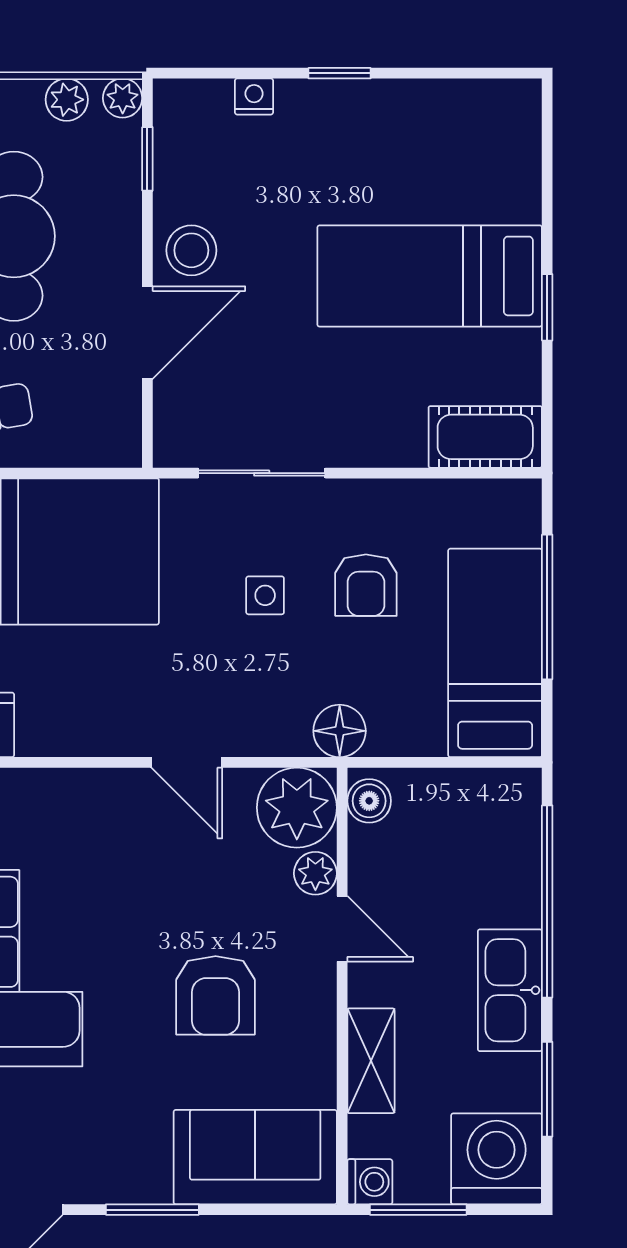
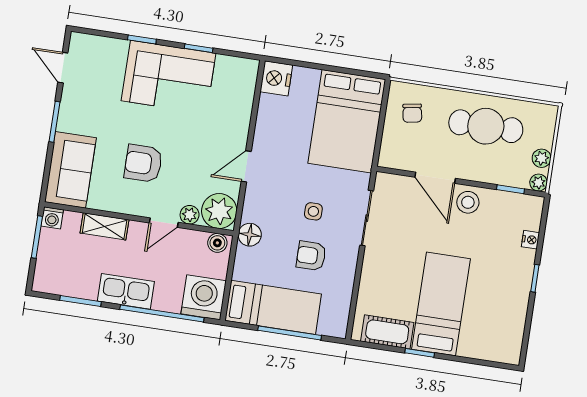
cot: (485, 437) -> (387, 332), moved, turned 90
washing machine: (497, 1159) -> (204, 297), moved, turned -90

